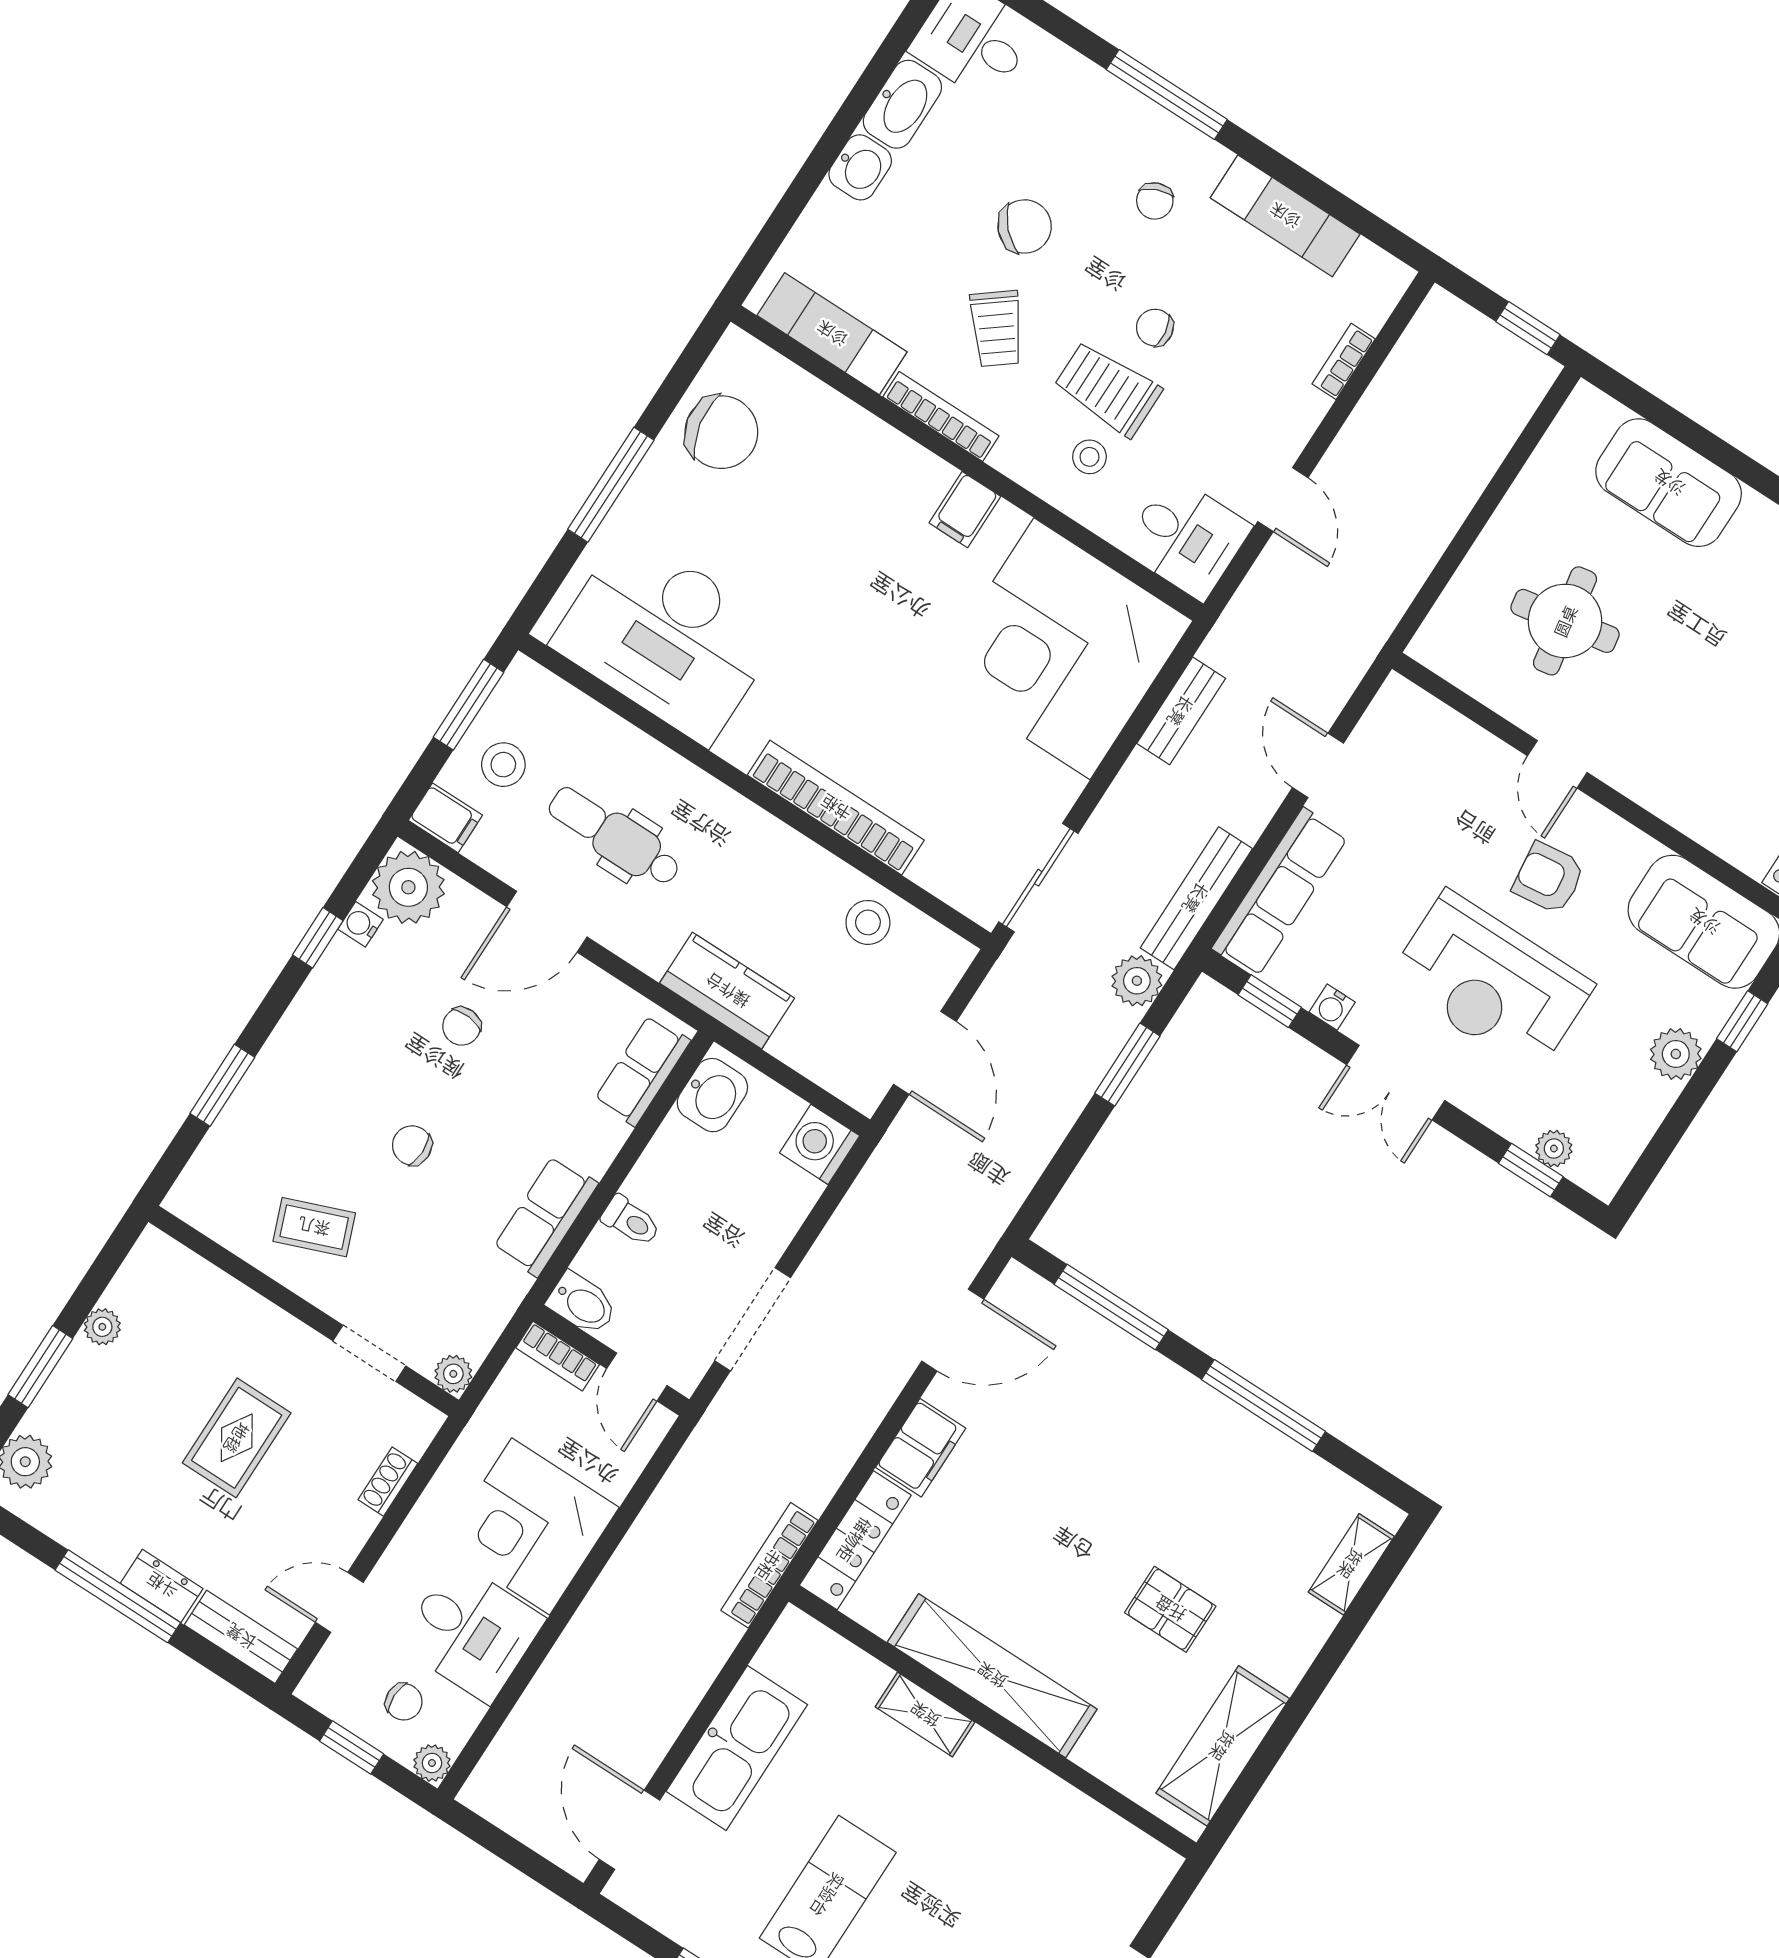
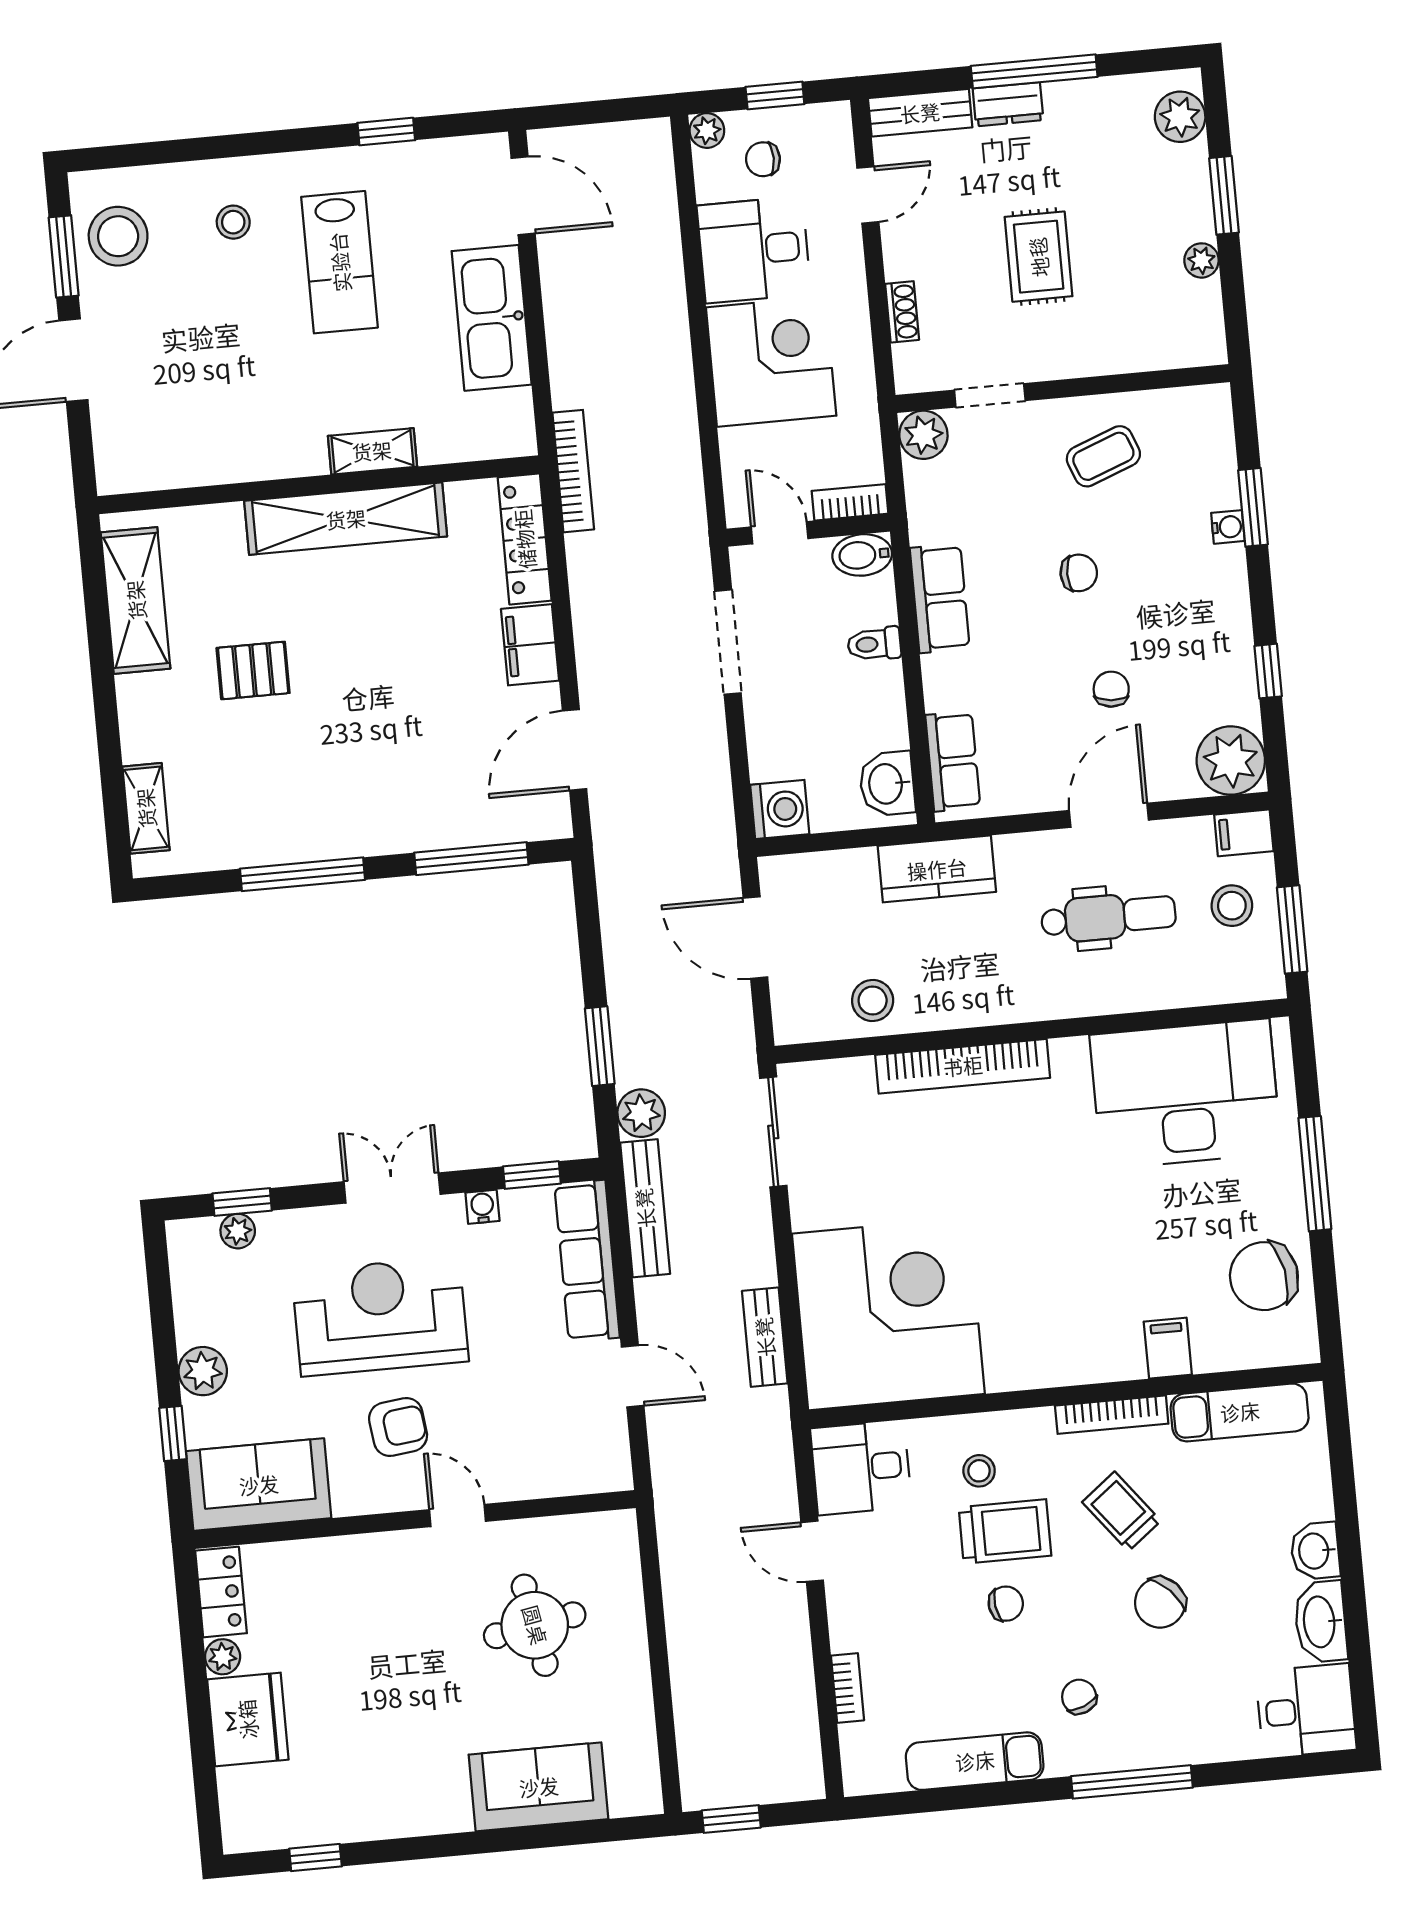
filing cabinet: (965, 510) -> (1168, 1348), moved
water cooler: (361, 924) -> (1228, 527), moved
plant: (453, 1374) -> (923, 435), width x1.38, depth x1.38

